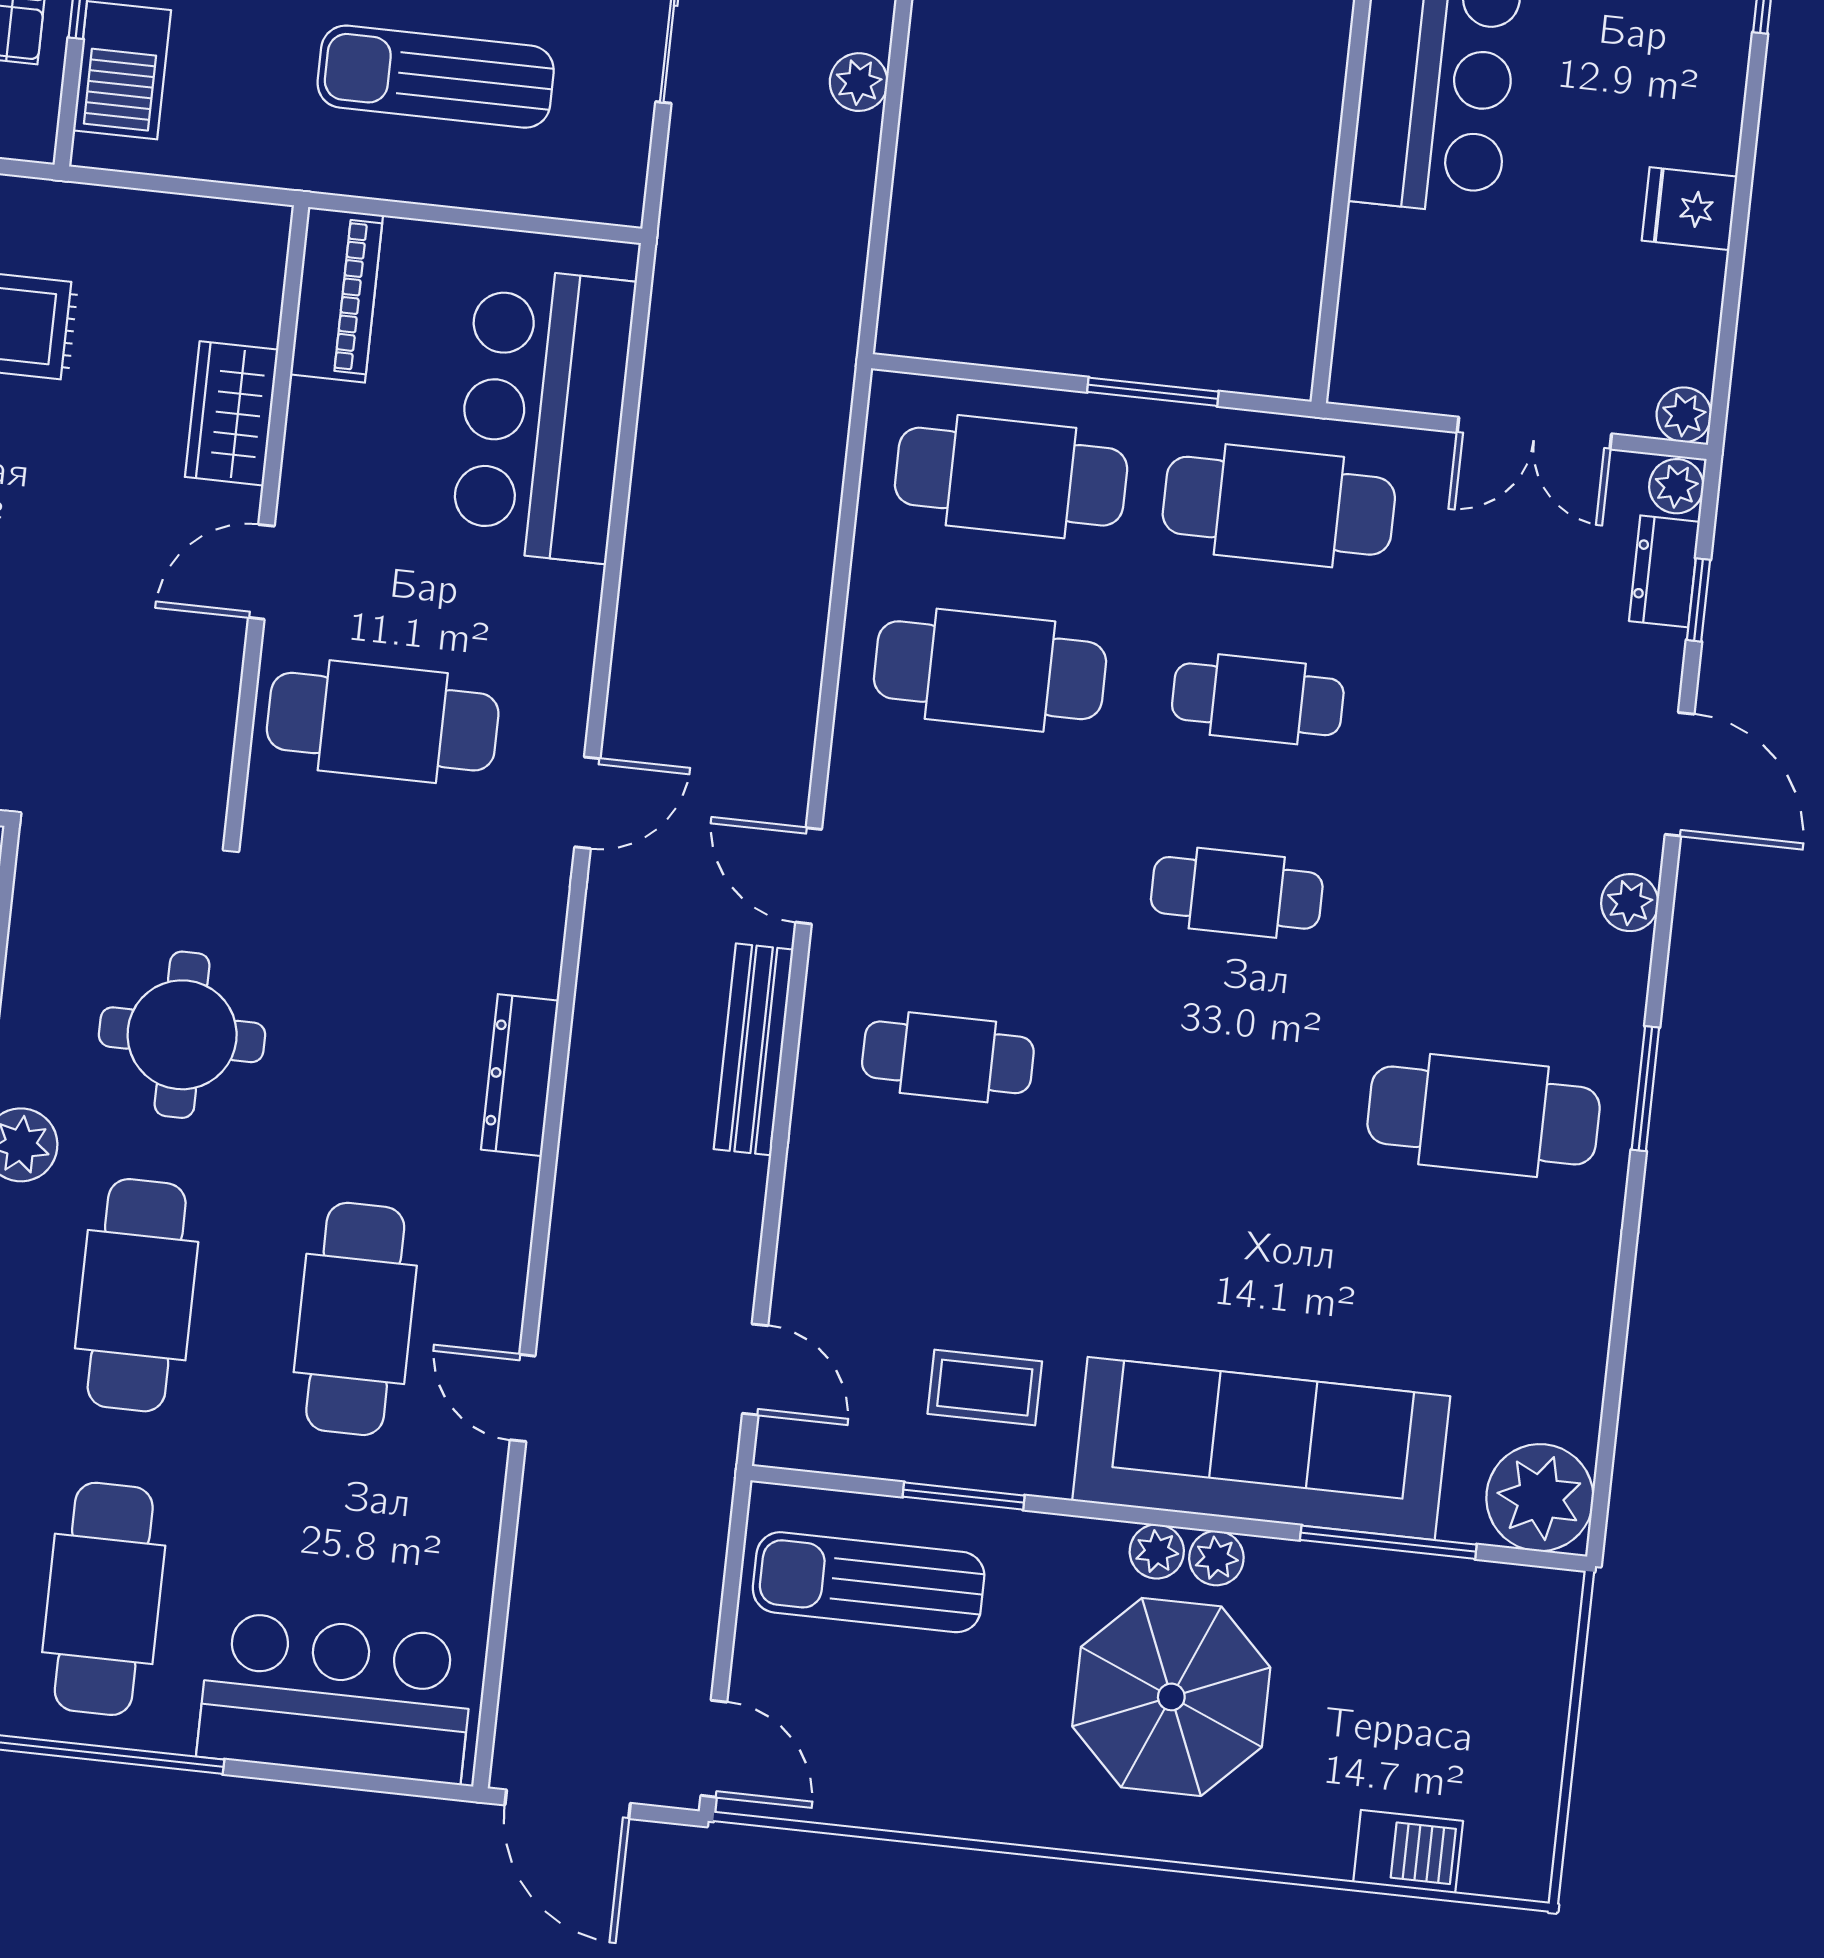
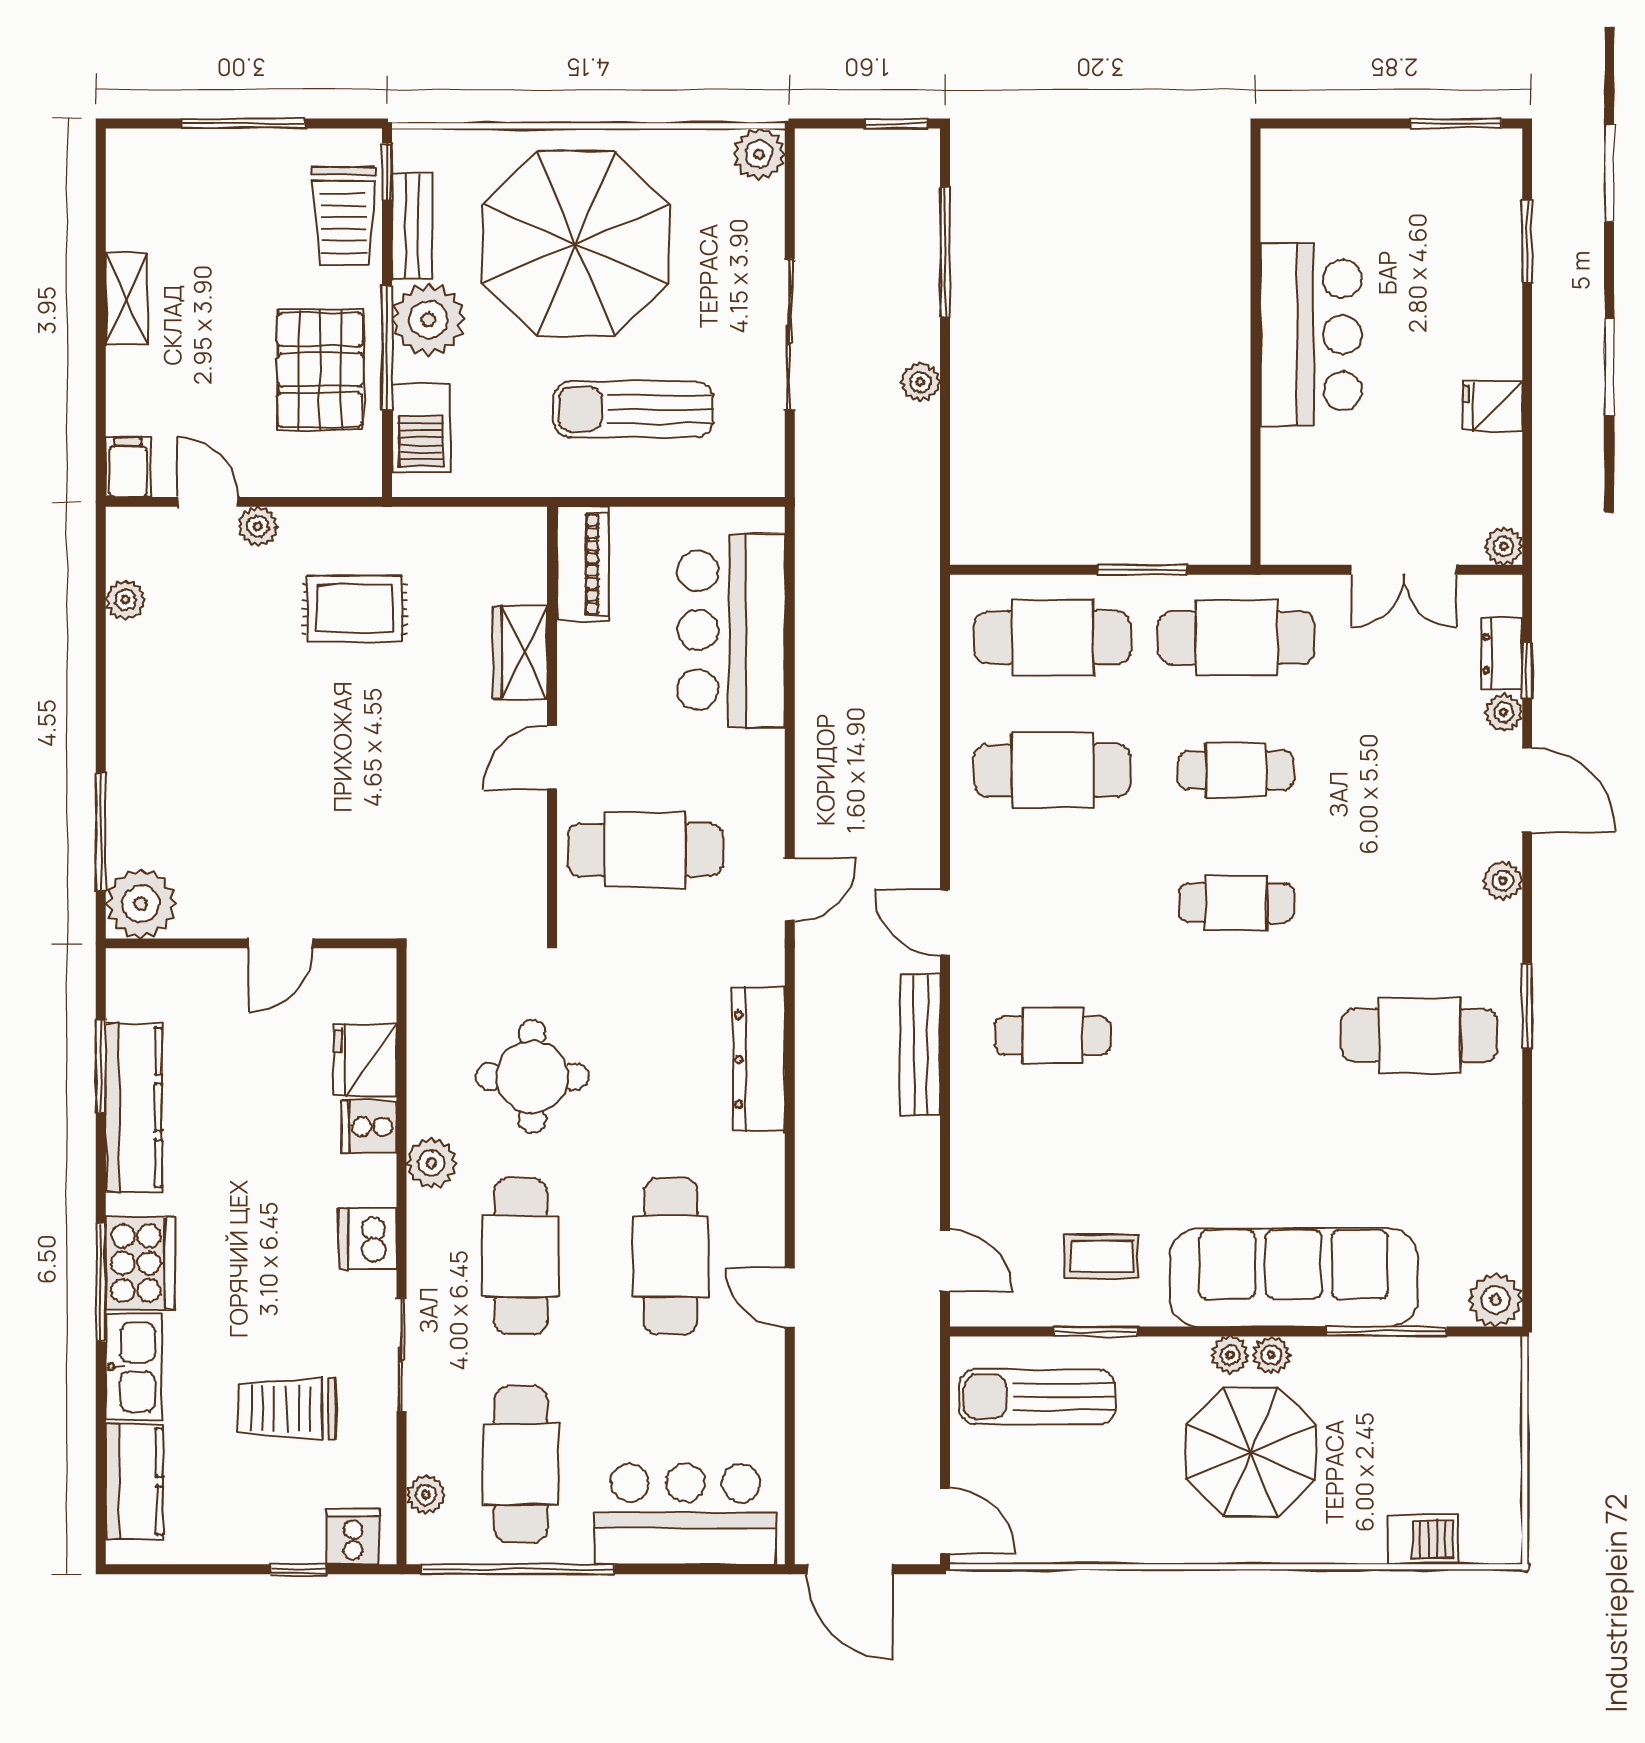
plant: (1676, 486) -> (1504, 712), moved
dresser: (520, 1075) -> (759, 1060), width x1.37, depth x1.24
plant: (1540, 1498) -> (1496, 1300), width x0.73, depth x0.73

